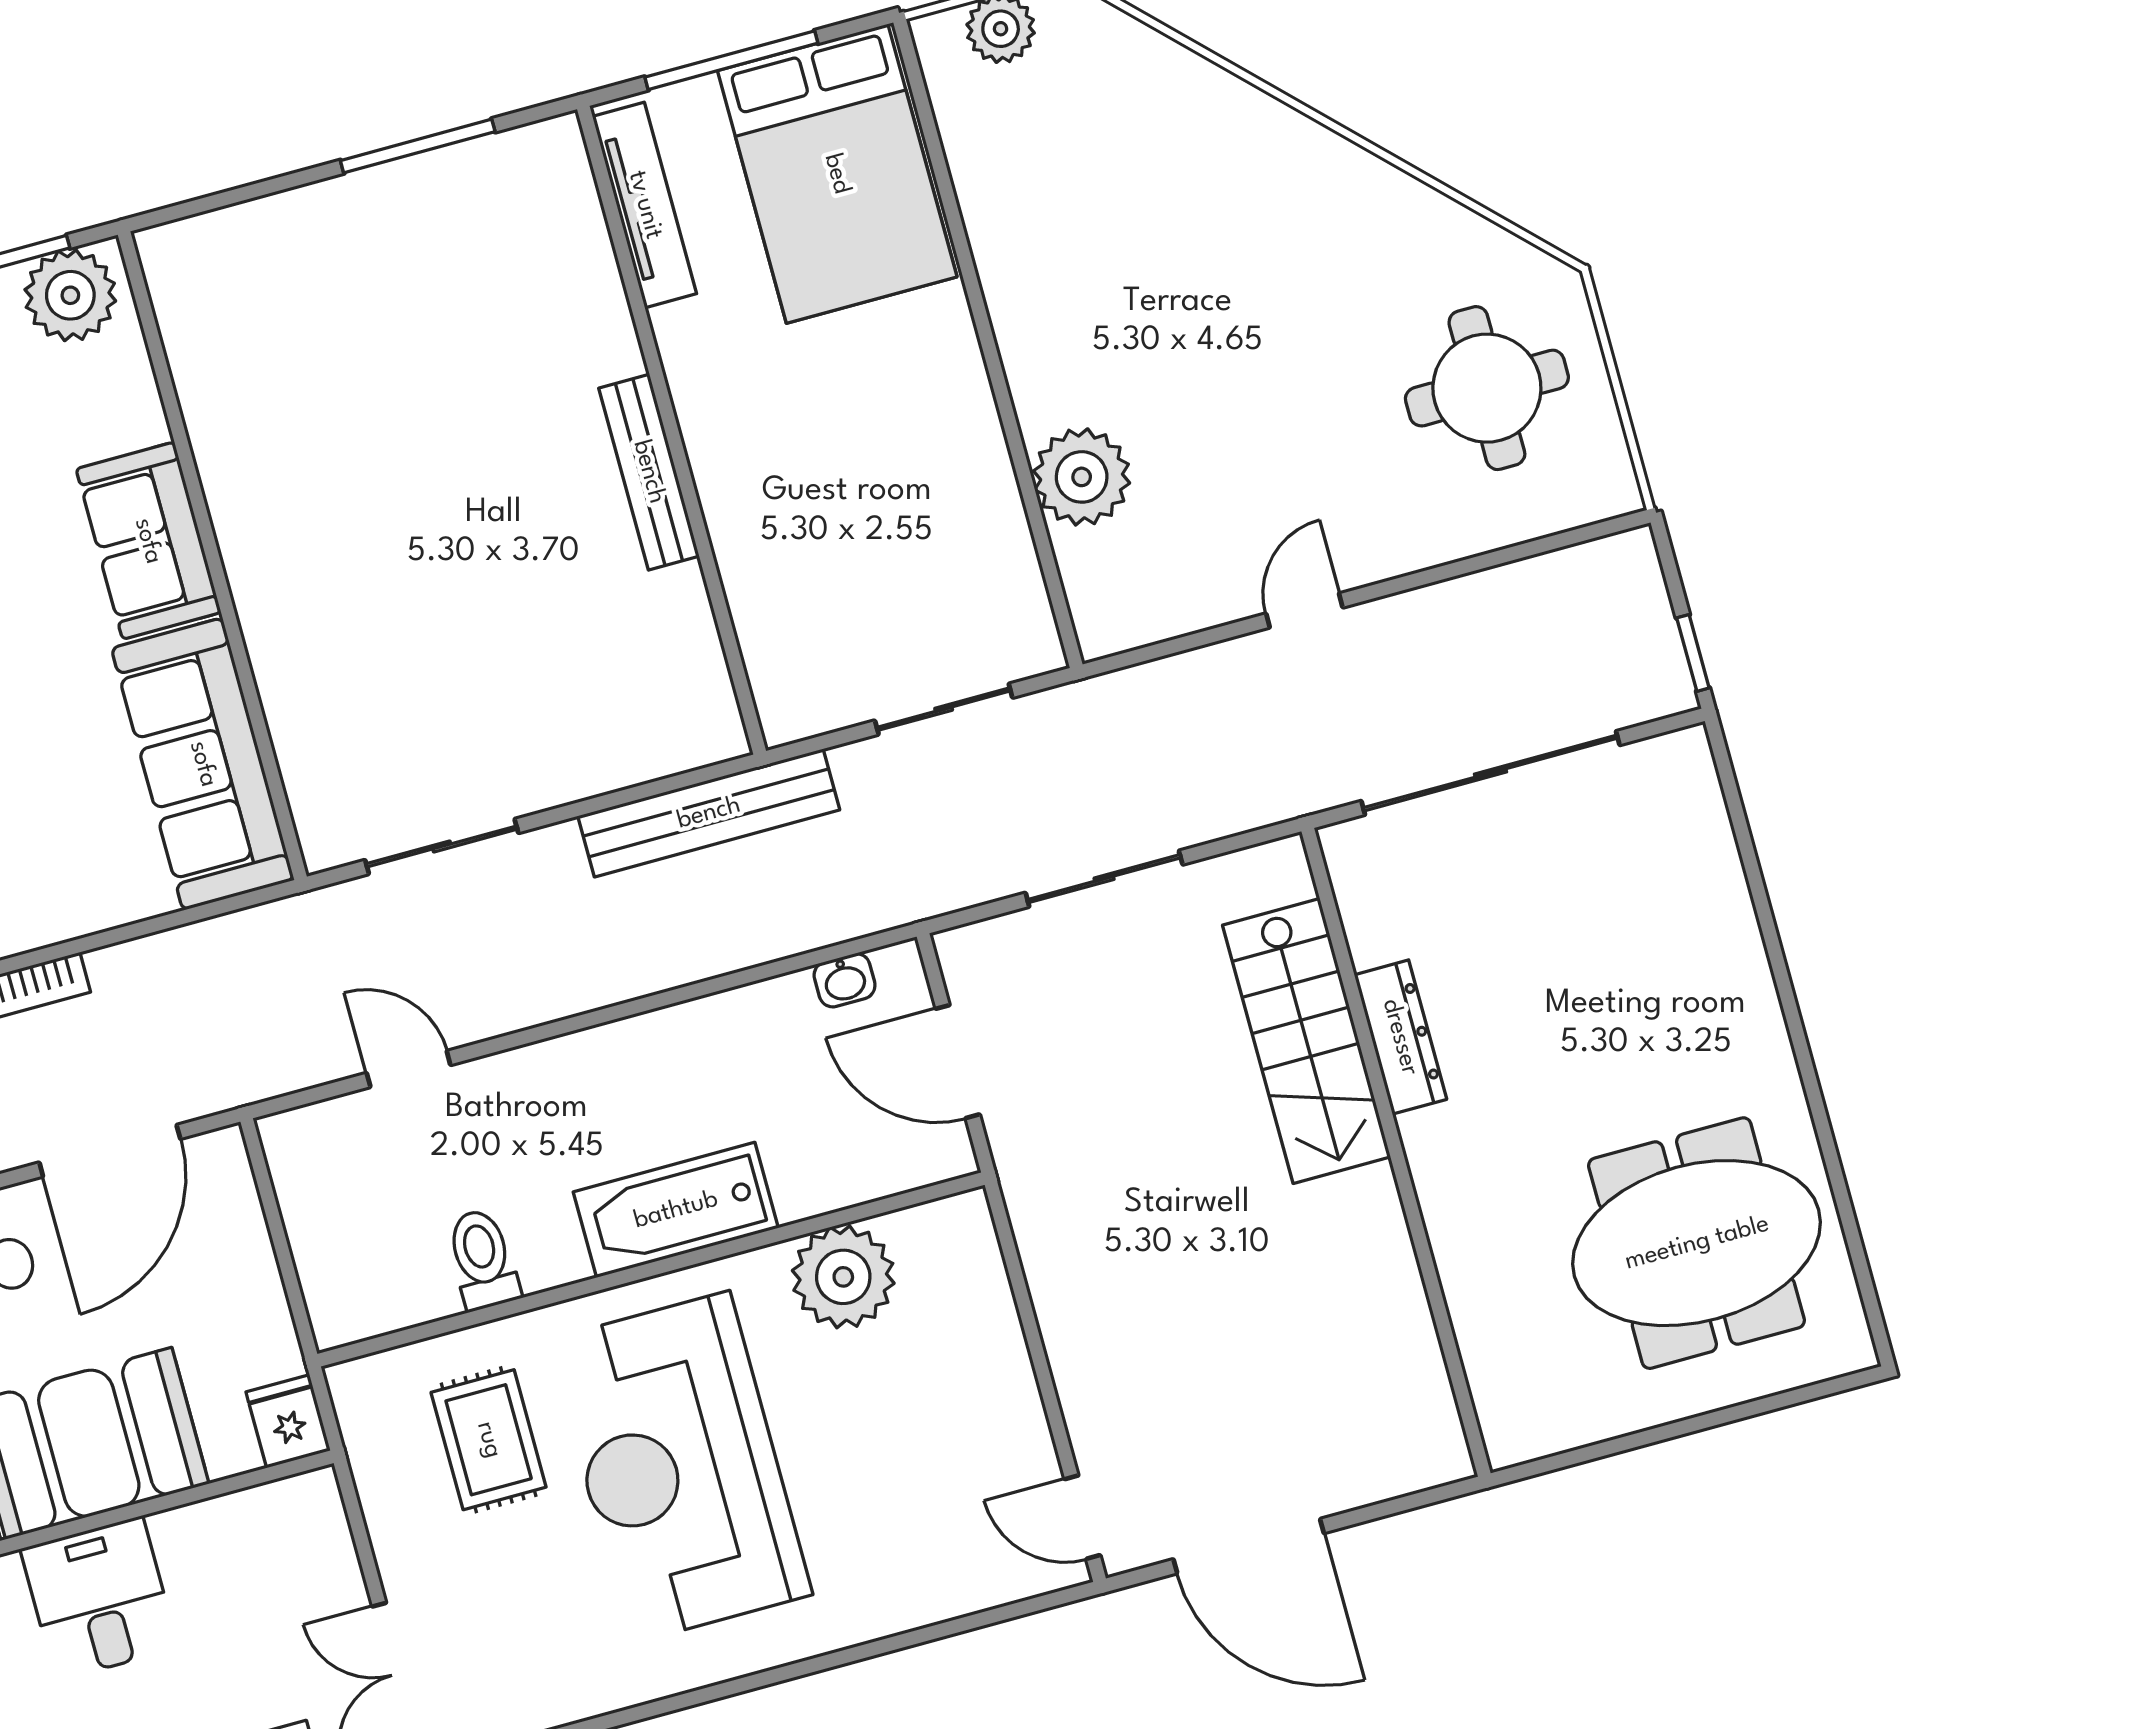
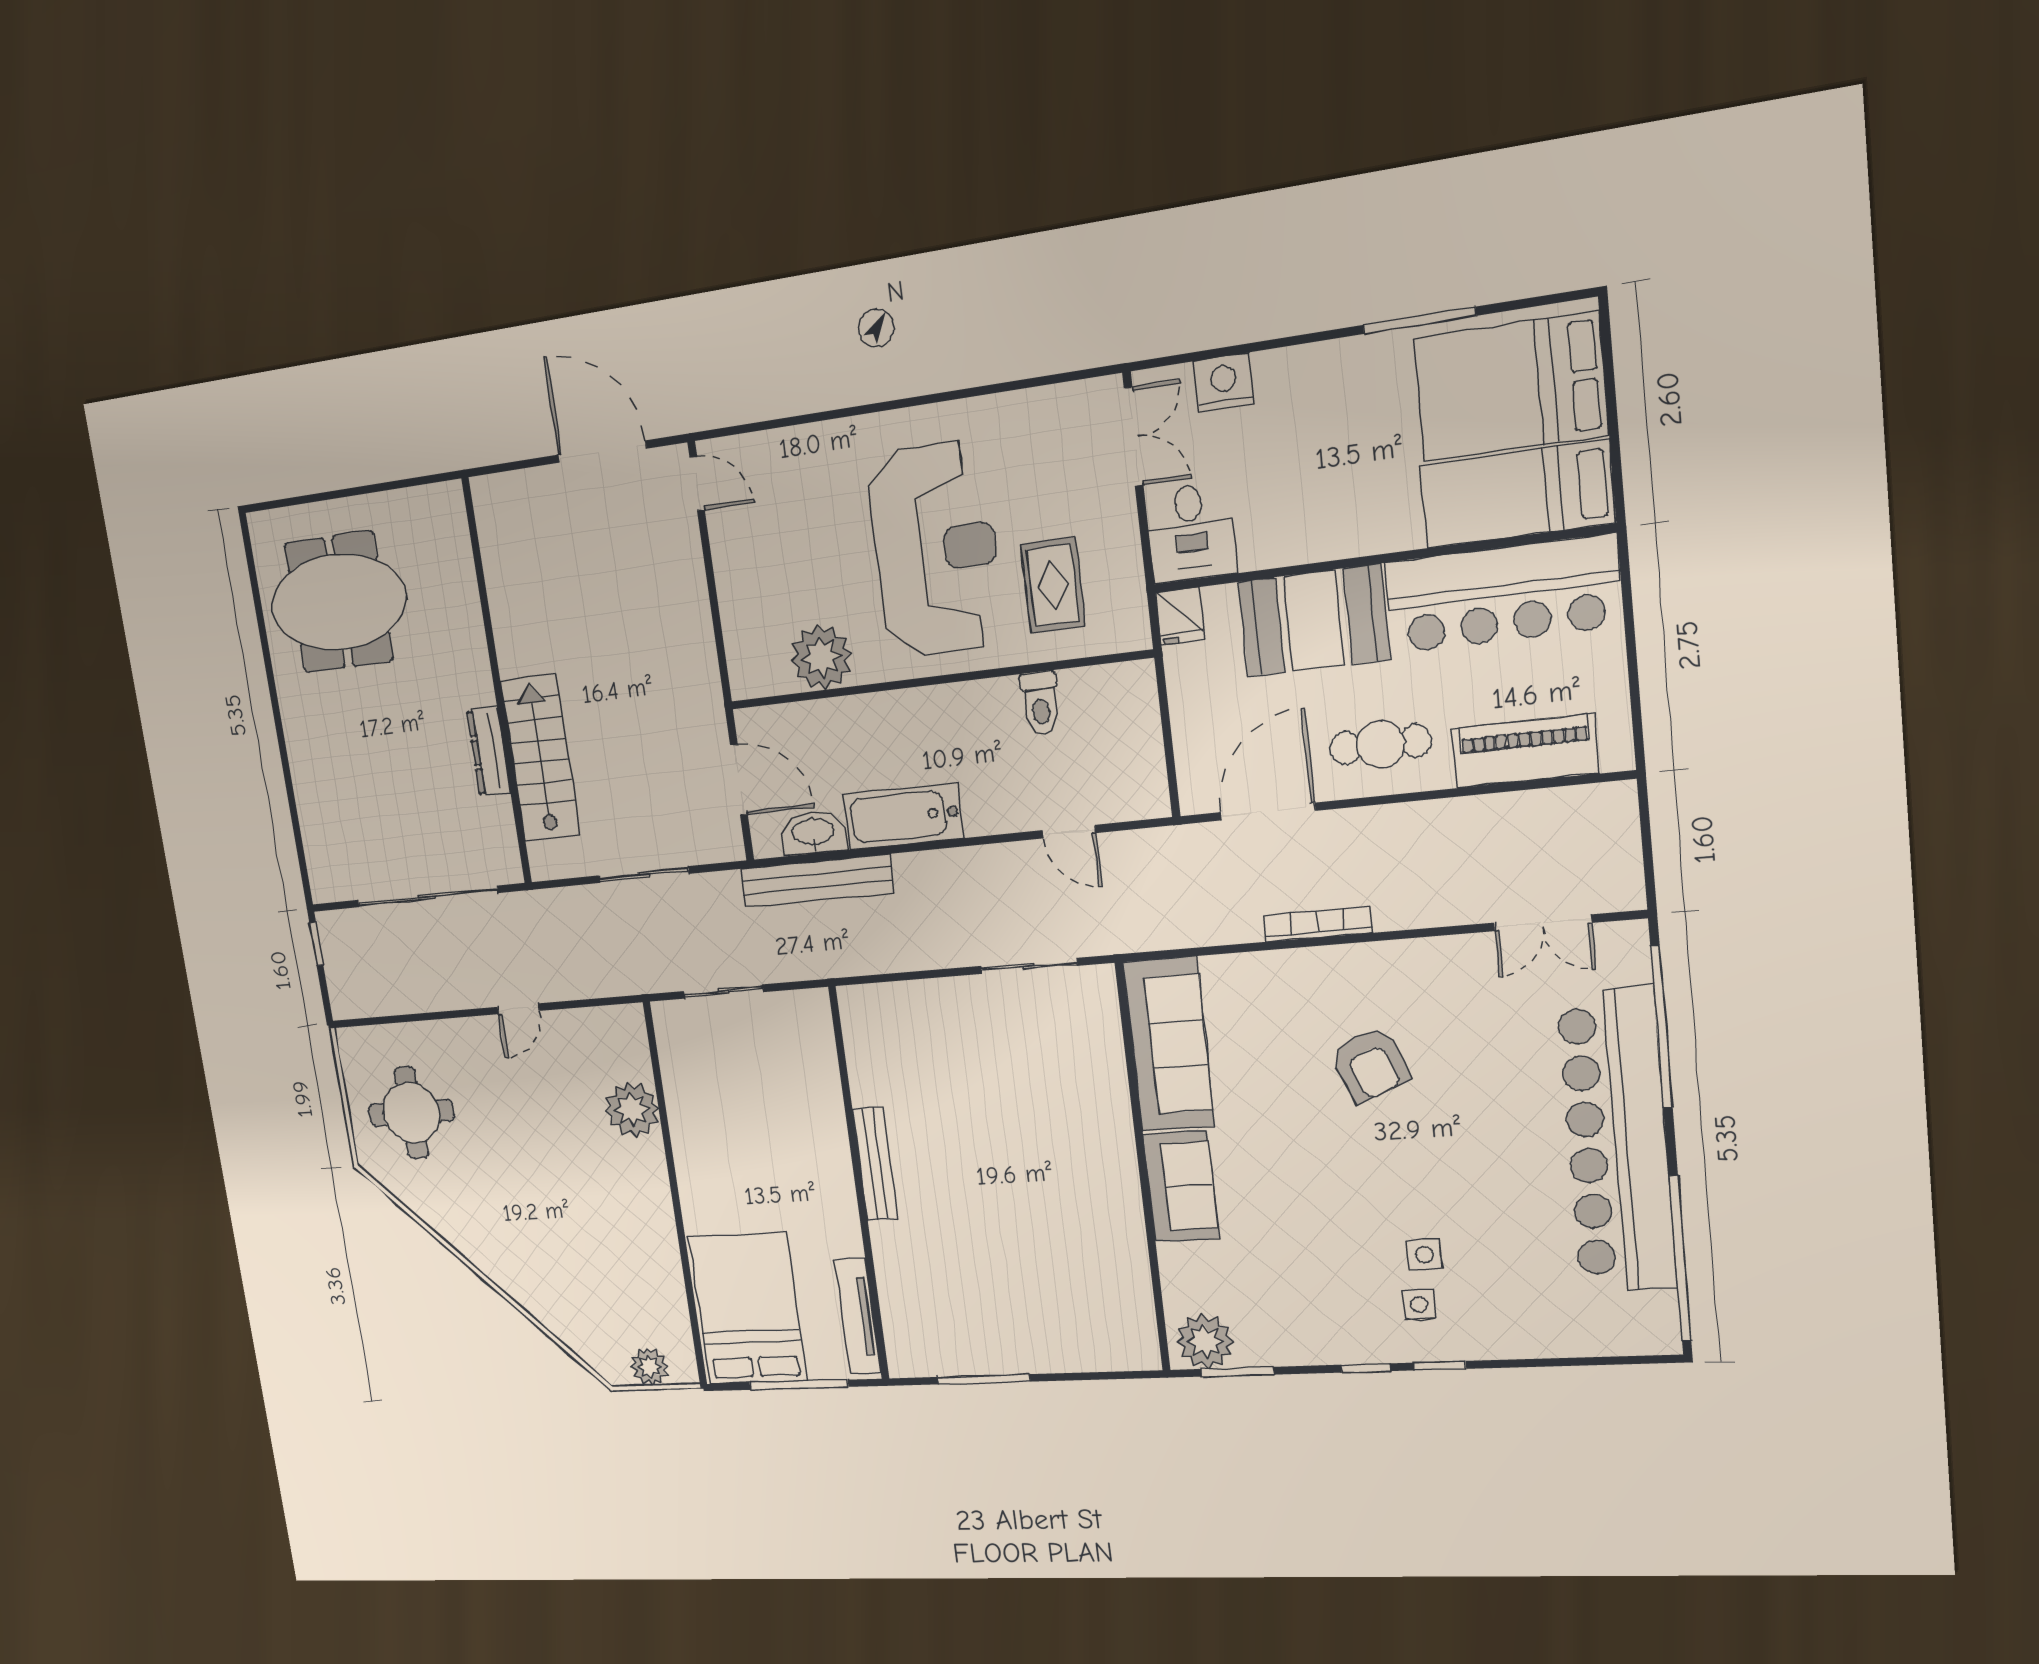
bench: (709, 813) -> (817, 881), moved
washbasin: (845, 980) -> (813, 833), width x1.91, depth x1.45
bathtub: (676, 1210) -> (904, 816), moved, turned 180
desk: (99, 1598) -> (1191, 532), moved

